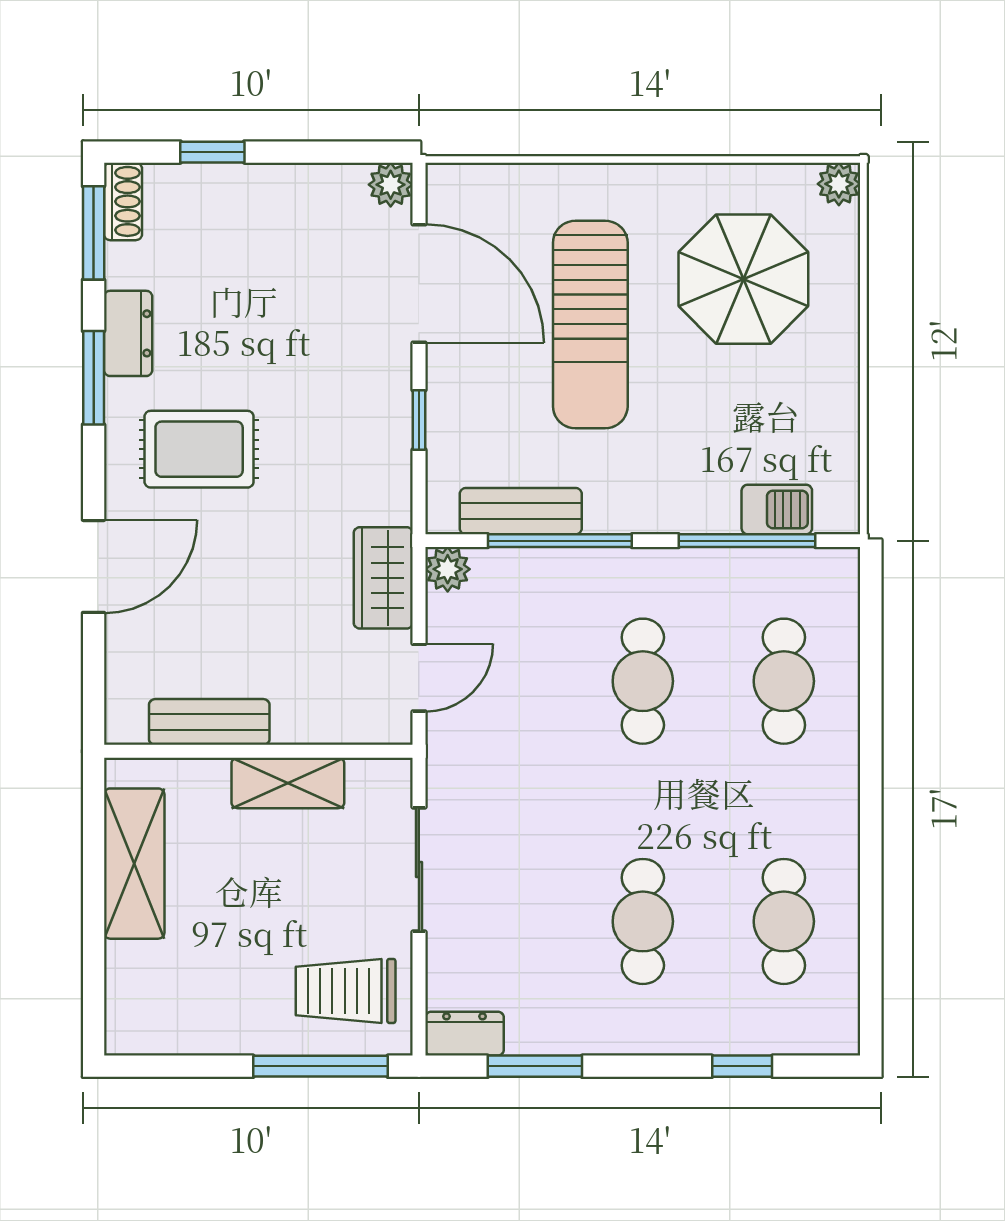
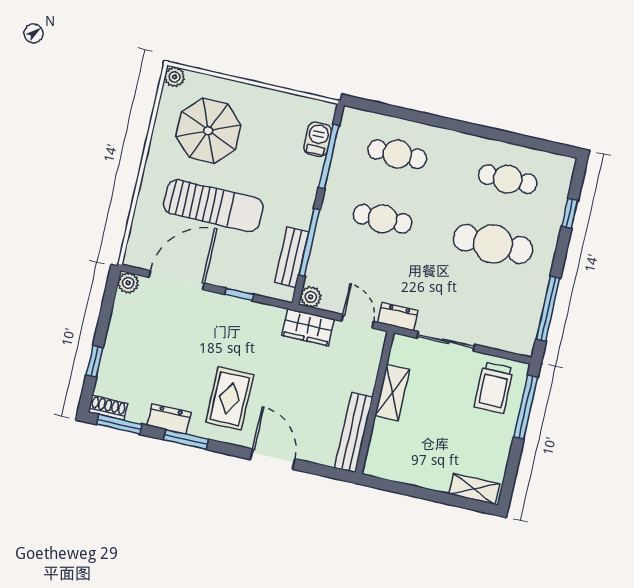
bench: (209, 722) -> (354, 432), width x1.36
shelving: (134, 864) -> (474, 489), moved, width x0.67, depth x0.75
cafe table: (643, 921) -> (493, 244), width x1.37, depth x1.35
dresser: (464, 1034) -> (398, 317), moved, turned 90
window: (535, 1066) -> (548, 309), width x1.44

